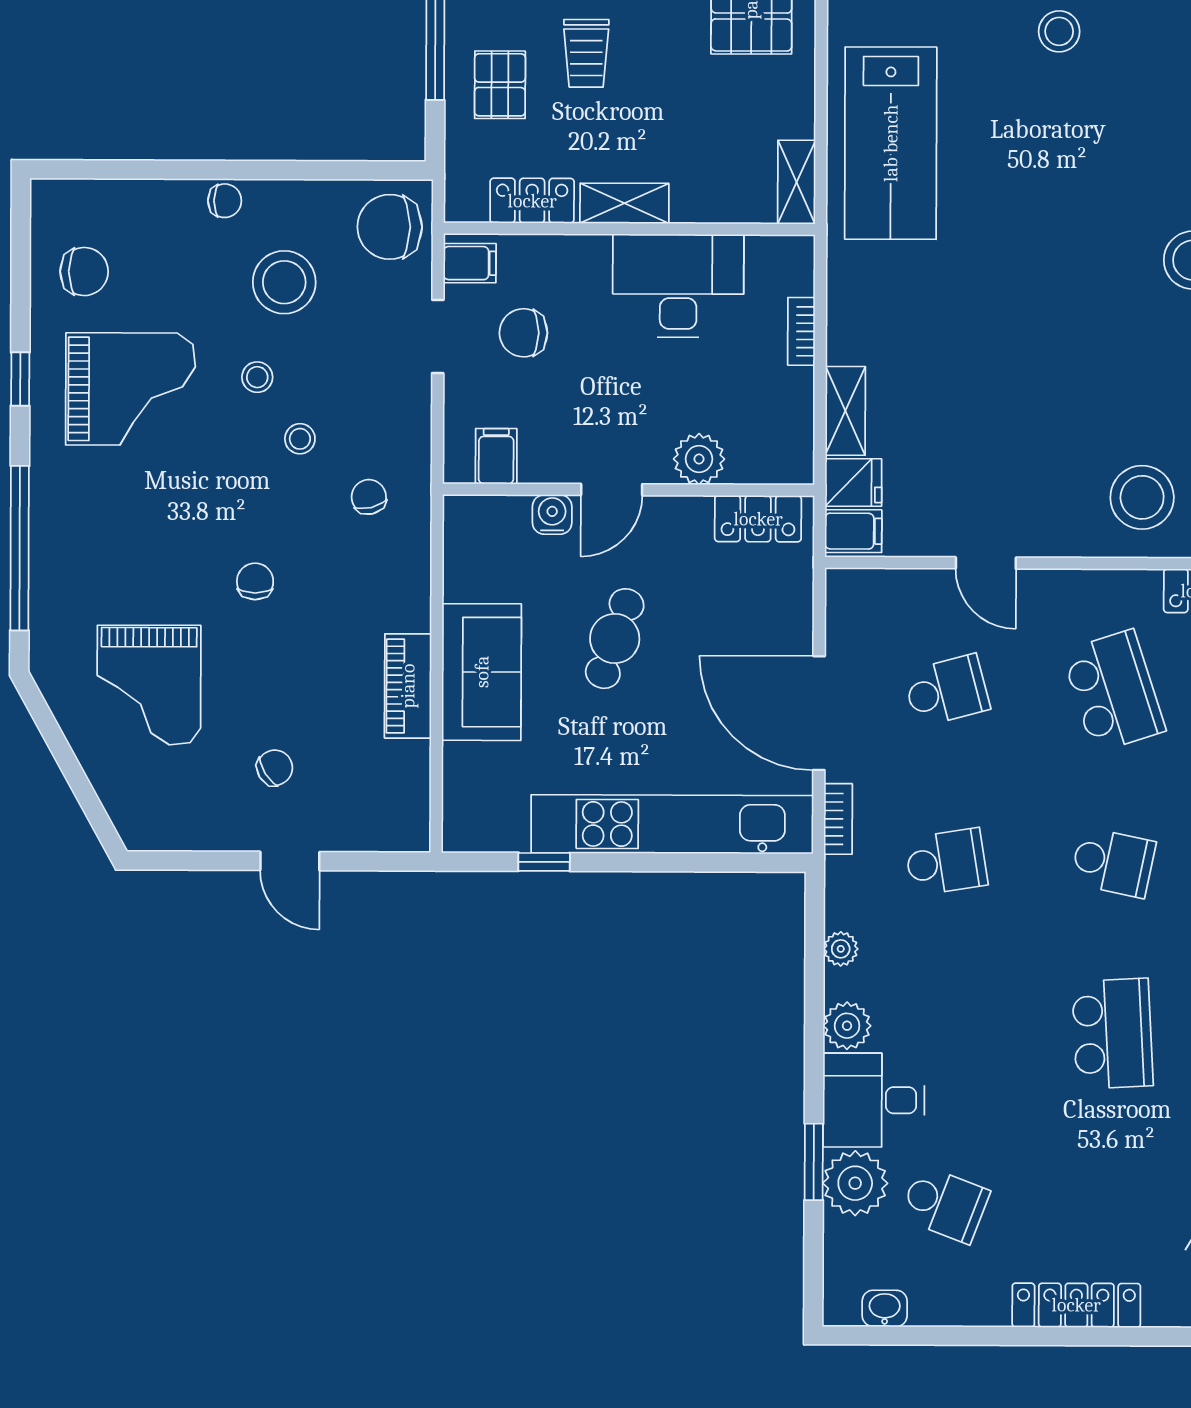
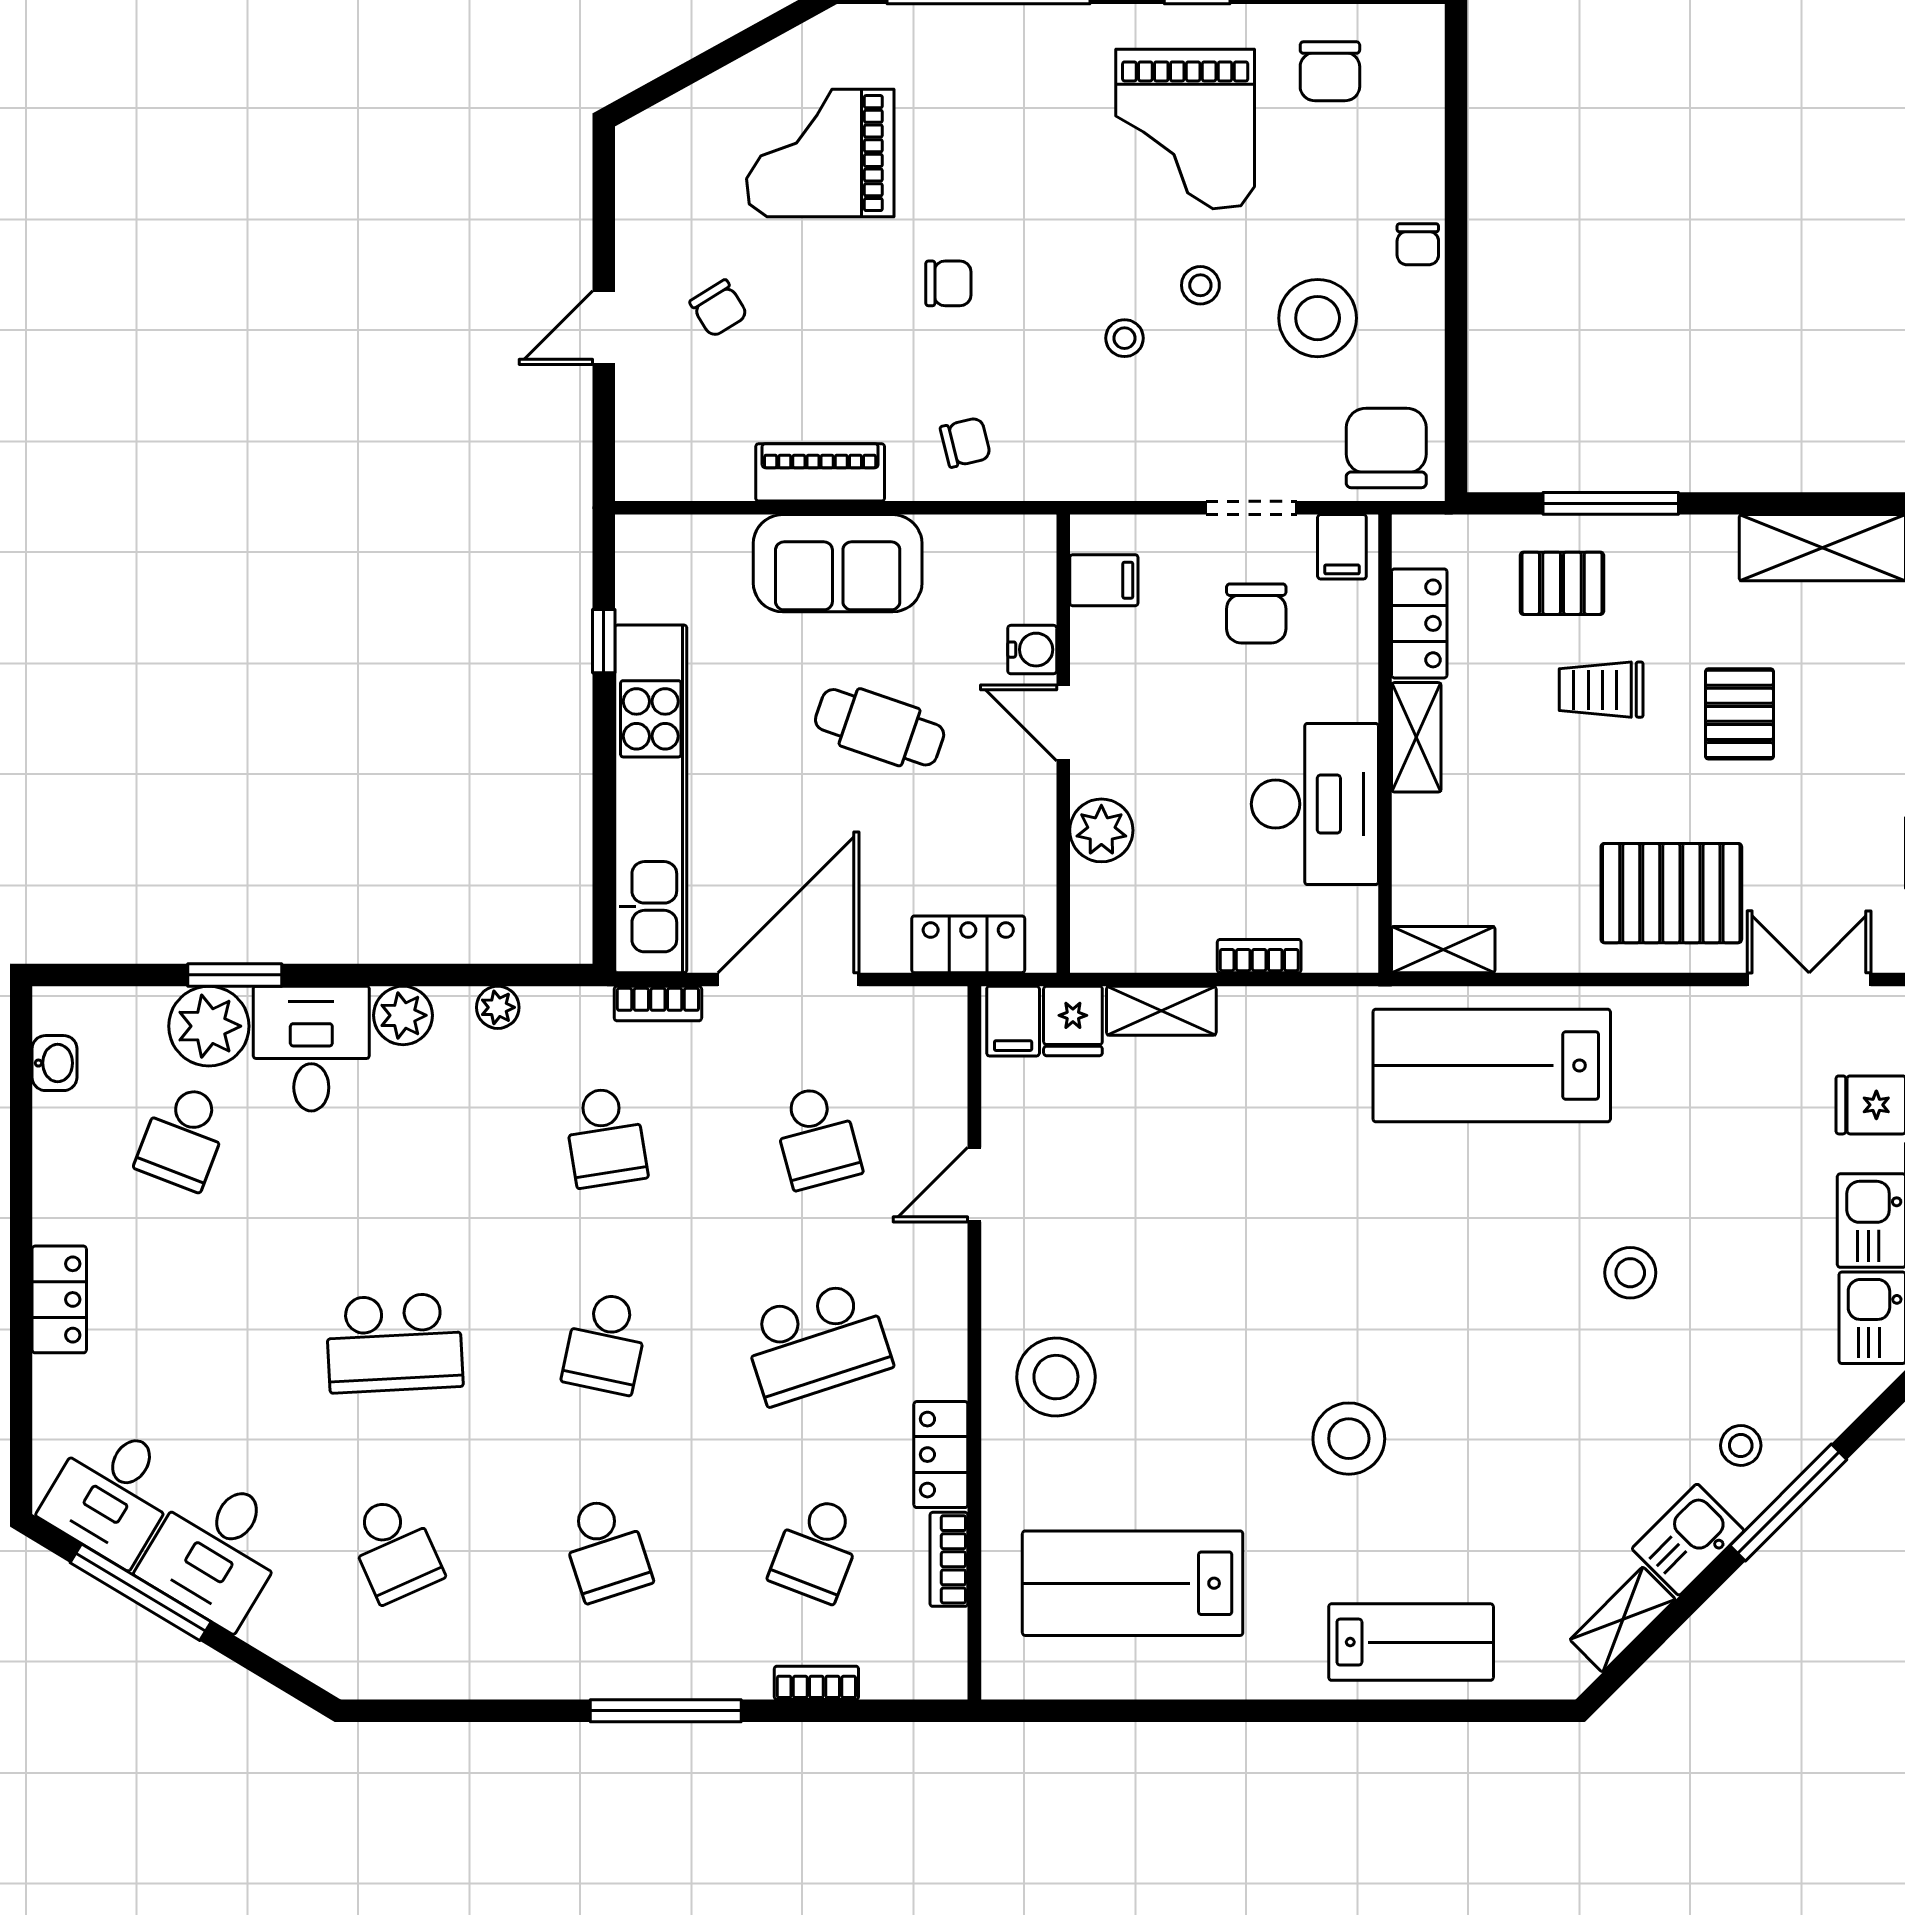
chair: (523, 333) -> (1256, 613), turned 180
chair: (369, 497) -> (965, 442), moved
locker: (758, 519) -> (968, 944), moved, turned 90
locker: (1076, 1305) -> (59, 1299), width x0.66

